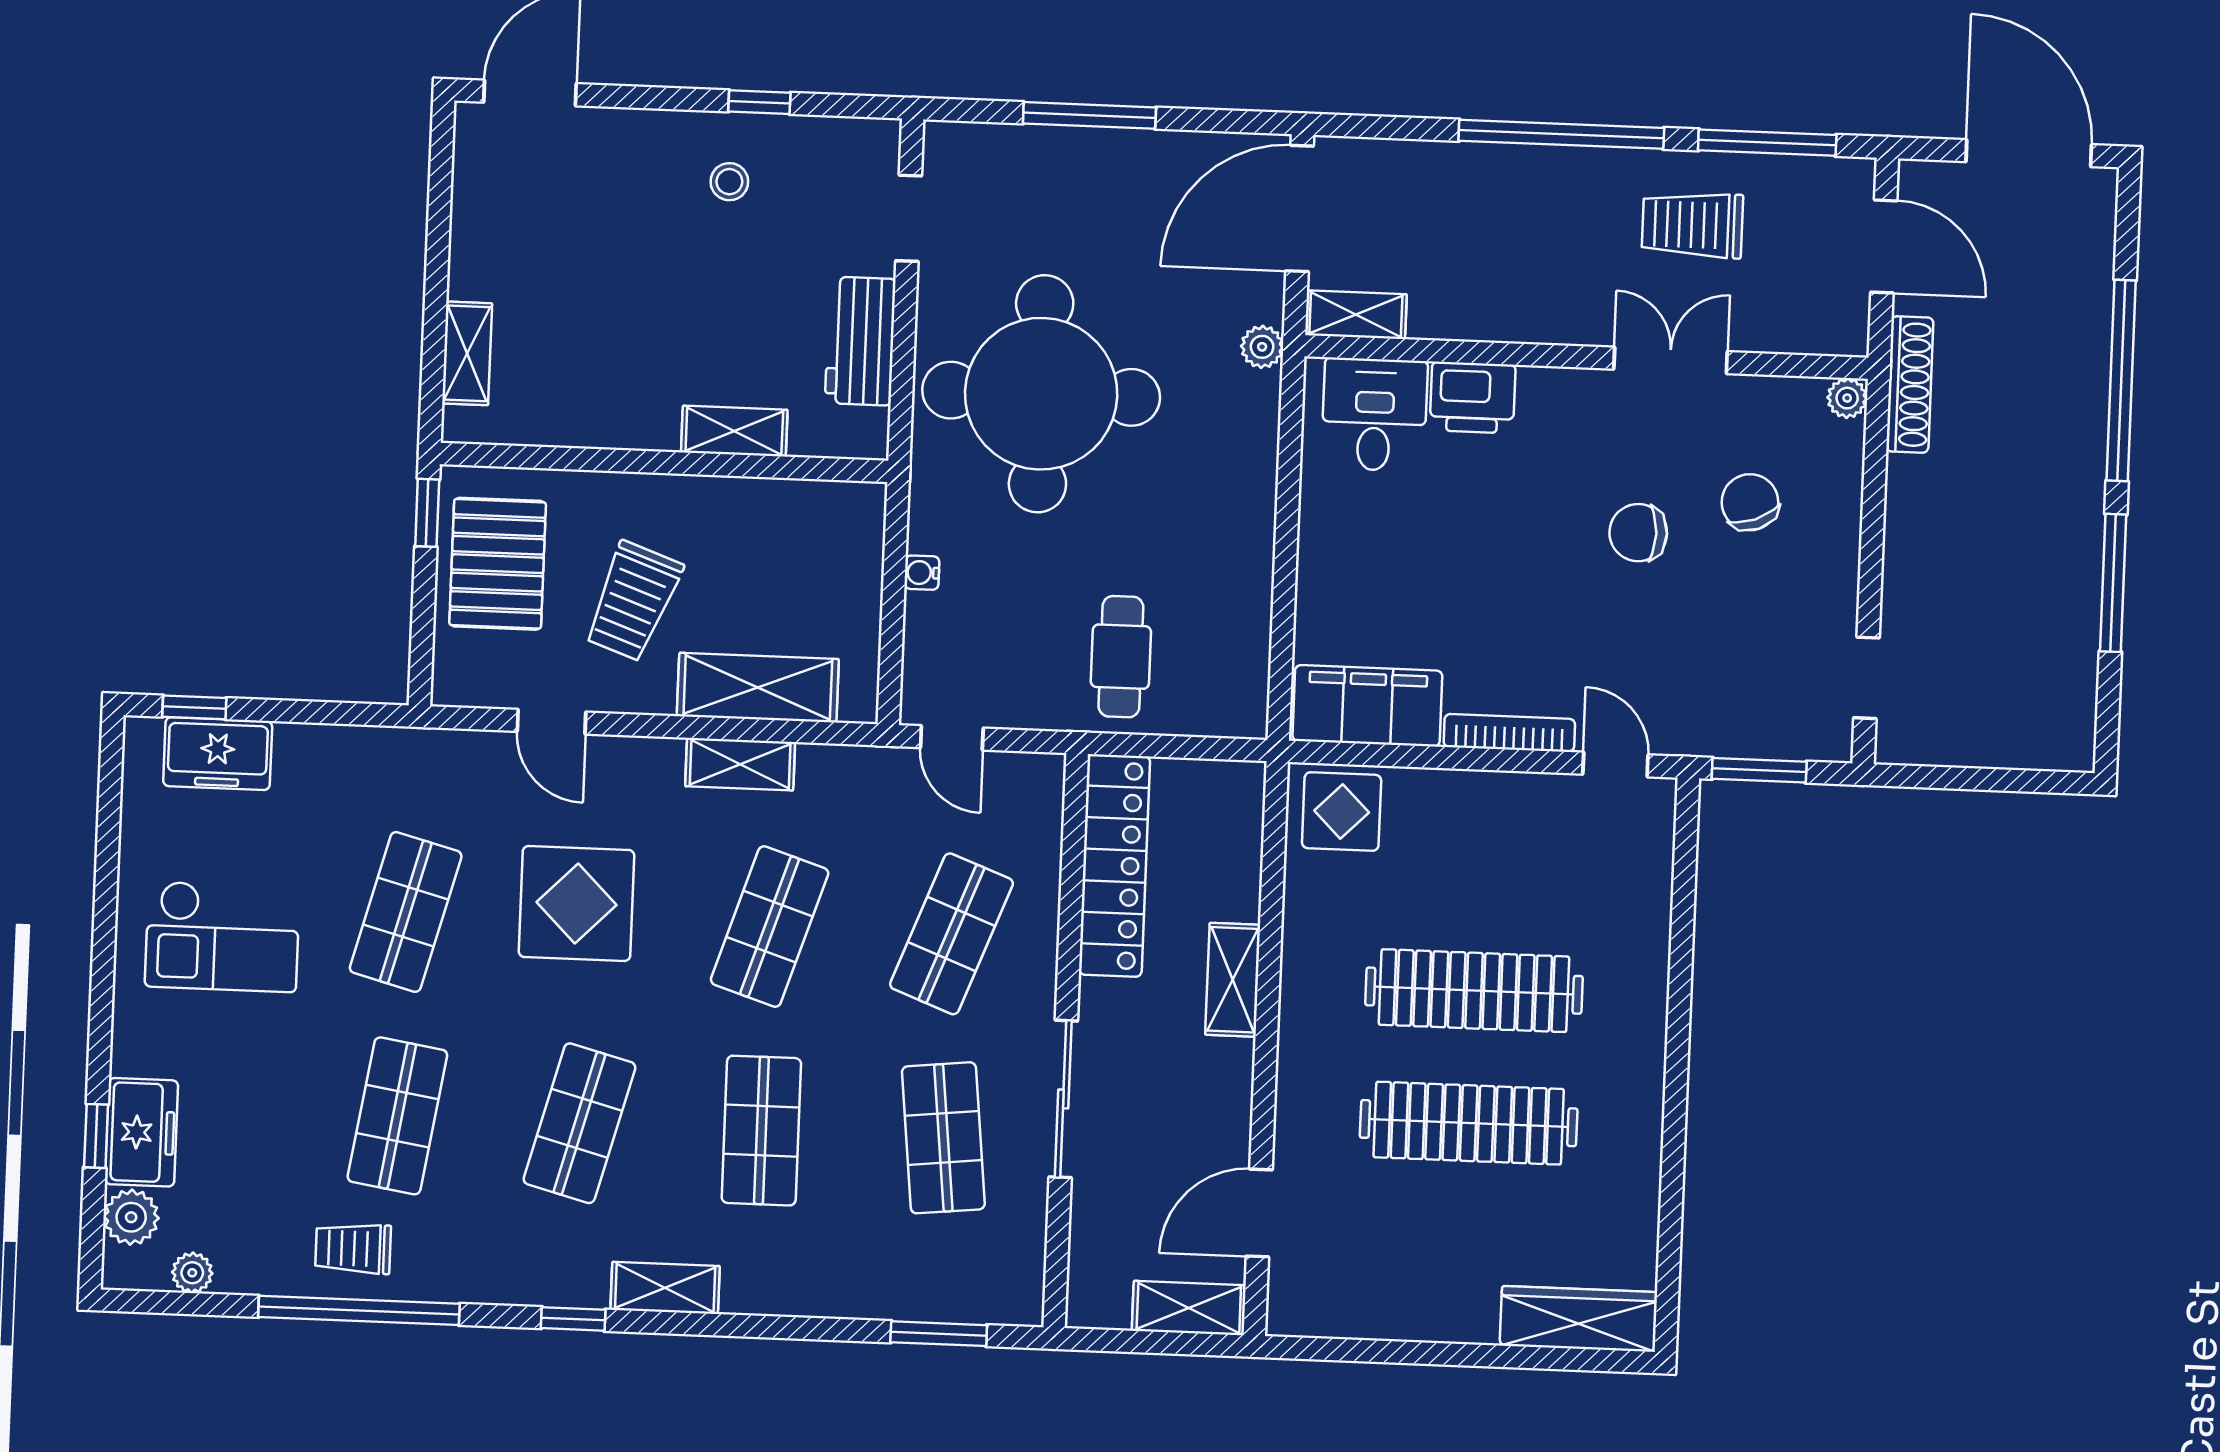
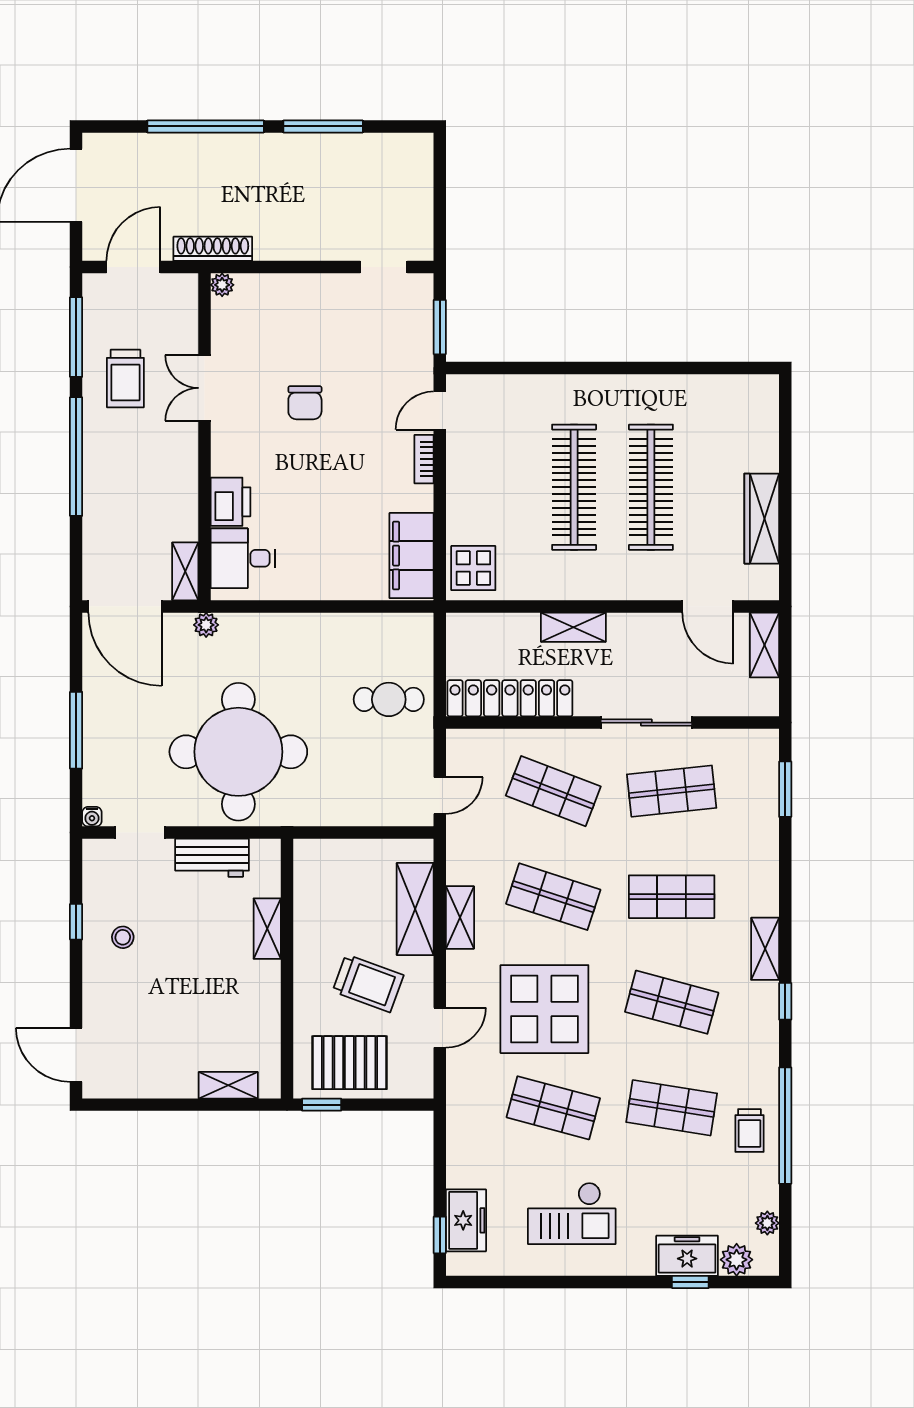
chair: (1750, 502) -> (285, 339), removed
water cooler: (922, 573) -> (92, 817), moved
bookcase: (1509, 733) -> (424, 459), width x0.64
display table: (576, 903) -> (544, 1009), width x1.36, depth x1.36
checkout: (222, 937) -> (572, 1213), turned 90
wardrobe: (1578, 1319) -> (762, 519), moved

